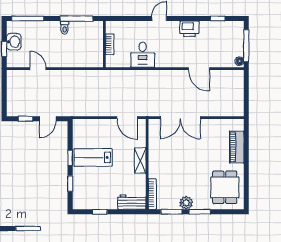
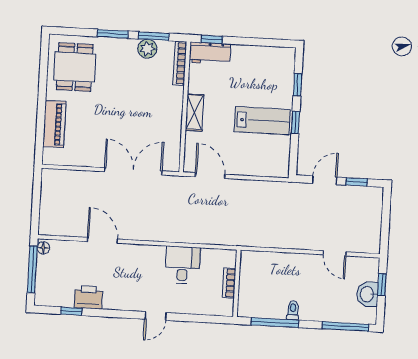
printer: (189, 29) -> (88, 297), moved
plant: (186, 203) -> (147, 49), moved
window: (100, 212) -> (212, 39), moved

